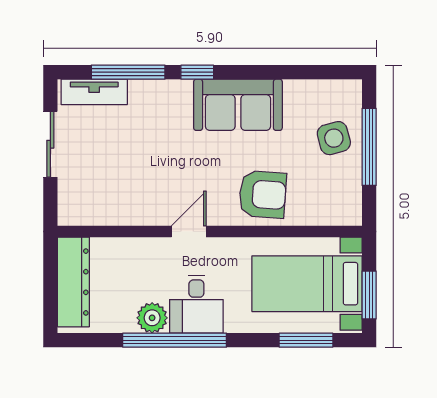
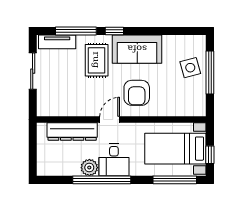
rug: (165, 125) -> (97, 60), added
armchair: (263, 194) -> (137, 93), moved, turned 86
dresser: (73, 282) -> (72, 132), moved, turned 90
window: (369, 295) -> (210, 155), width x0.67
window: (306, 340) -> (175, 180), width x1.44

